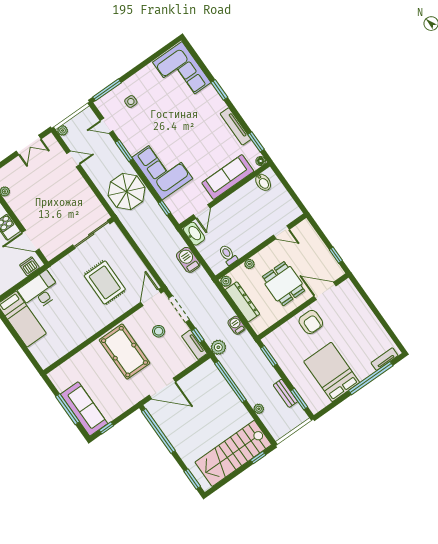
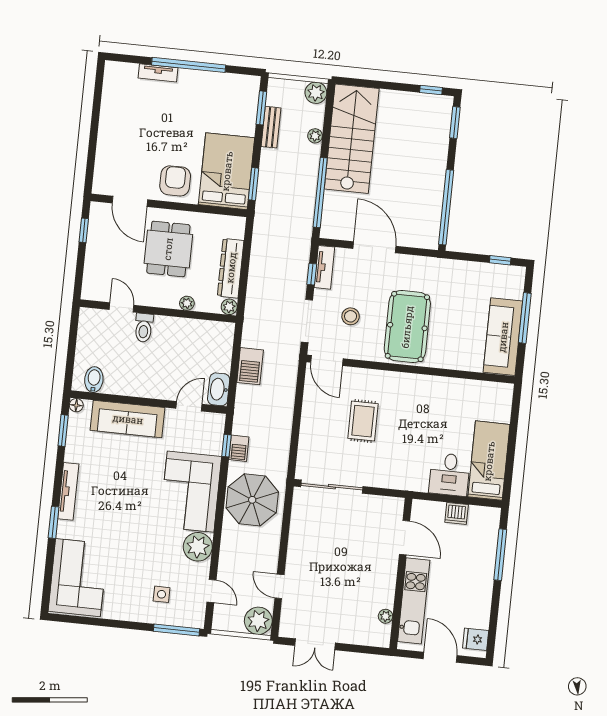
tv unit: (235, 126) -> (68, 491), moved
plant: (63, 130) -> (258, 621), width x1.87, depth x1.87
plant: (134, 143) -> (198, 547), added
double door: (29, 145) -> (315, 644), swing flipped
window: (124, 151) -> (216, 547), removed
toilet: (228, 255) -> (144, 328), moved
dishwasher: (29, 266) -> (457, 513), moved
rug: (105, 282) -> (363, 421), width x0.73, depth x0.70
desk: (40, 291) -> (450, 474), width x0.73
door: (151, 298) -> (327, 360), hinge flipped
barbecue: (237, 325) -> (239, 448), moved
plant: (218, 347) -> (316, 93), moved
tv unit: (384, 359) -> (158, 73), moved
bed: (332, 372) -> (227, 171), moved, turned 180
window: (371, 378) -> (189, 65), moved
door: (162, 388) -> (374, 247), moved
sofa: (84, 409) -> (503, 337), moved
stairs: (233, 453) -> (352, 139), moved, turned -90
window: (258, 458) -> (431, 90), moved

